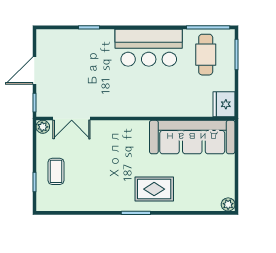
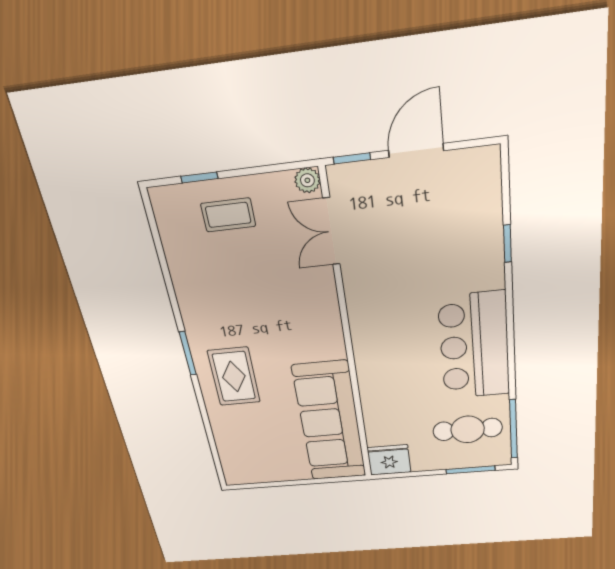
door: (34, 70) -> (416, 150), hinge flipped
plant: (228, 204) -> (234, 477), removed

